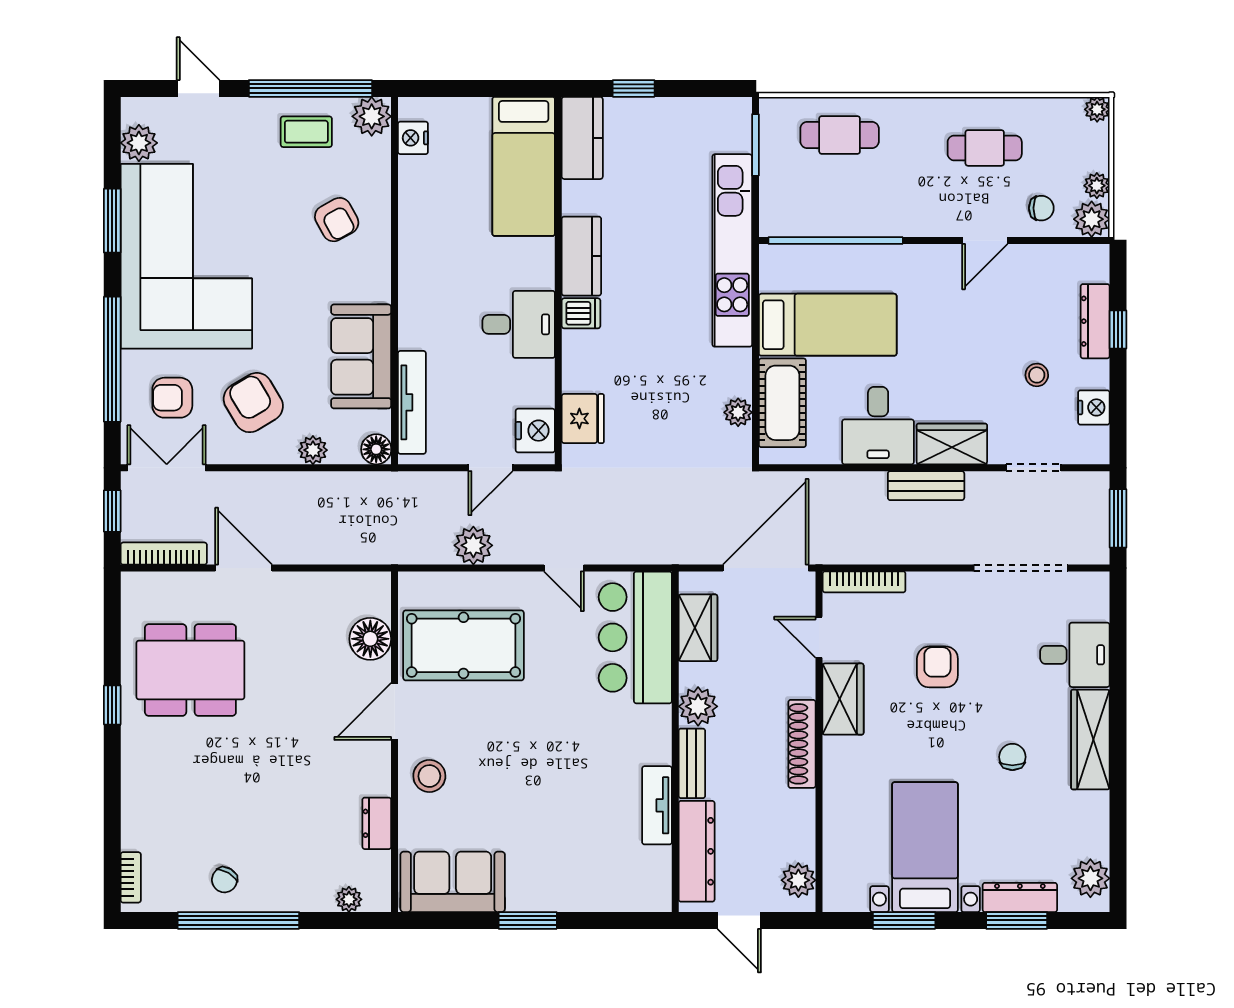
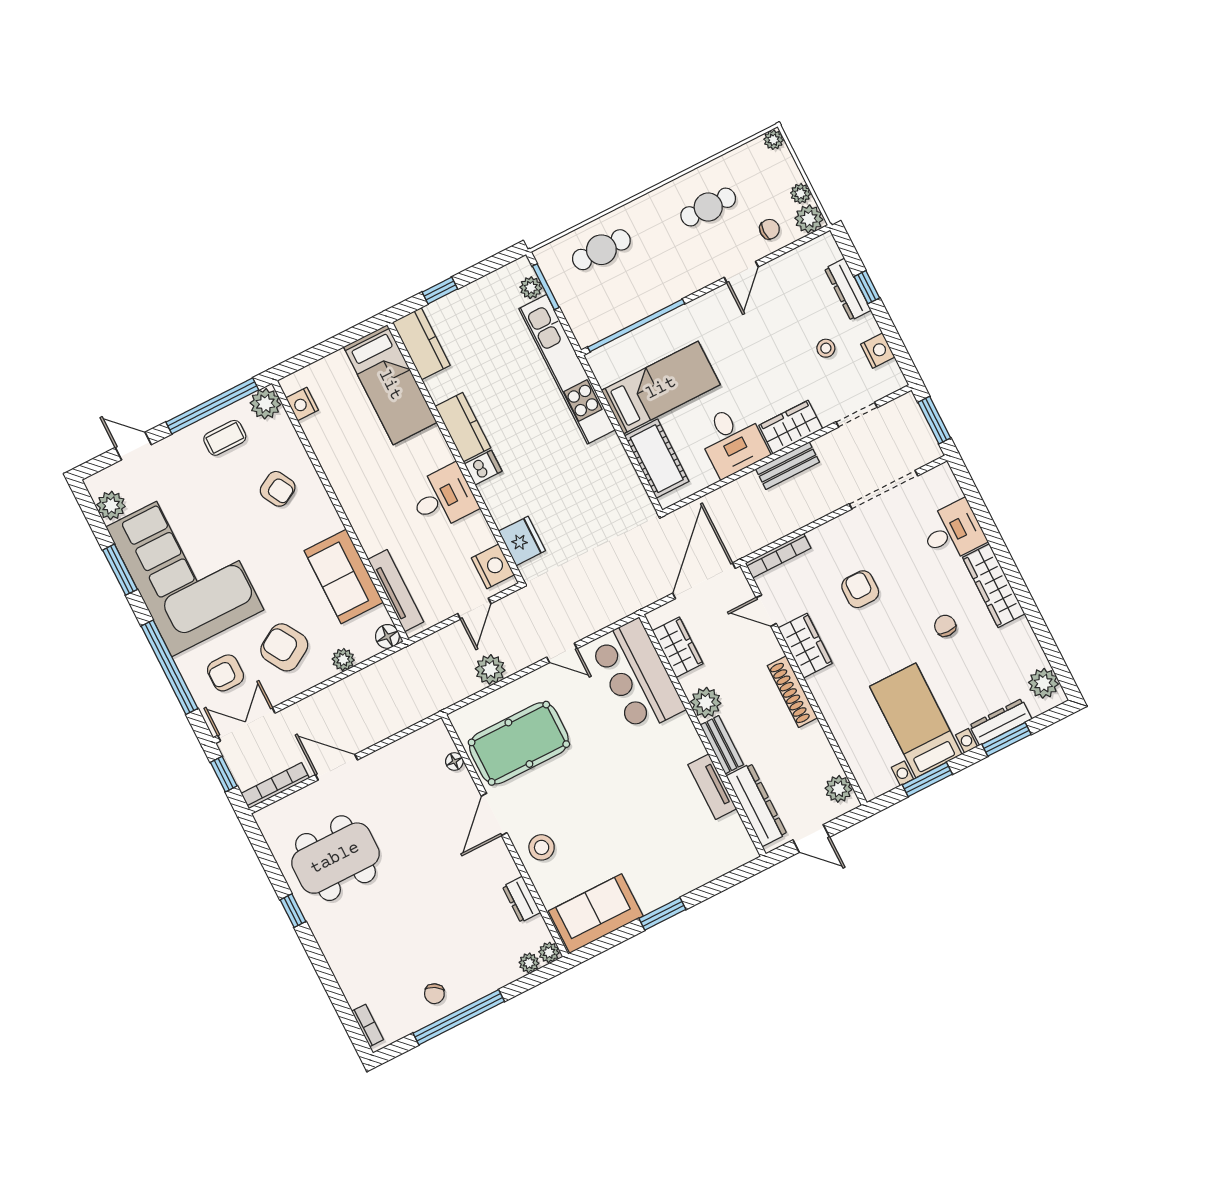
plant: (738, 412) -> (531, 288), moved
floor lamp: (370, 639) -> (454, 761), width x0.53, depth x0.53
plant: (378, 899) -> (549, 952), added

